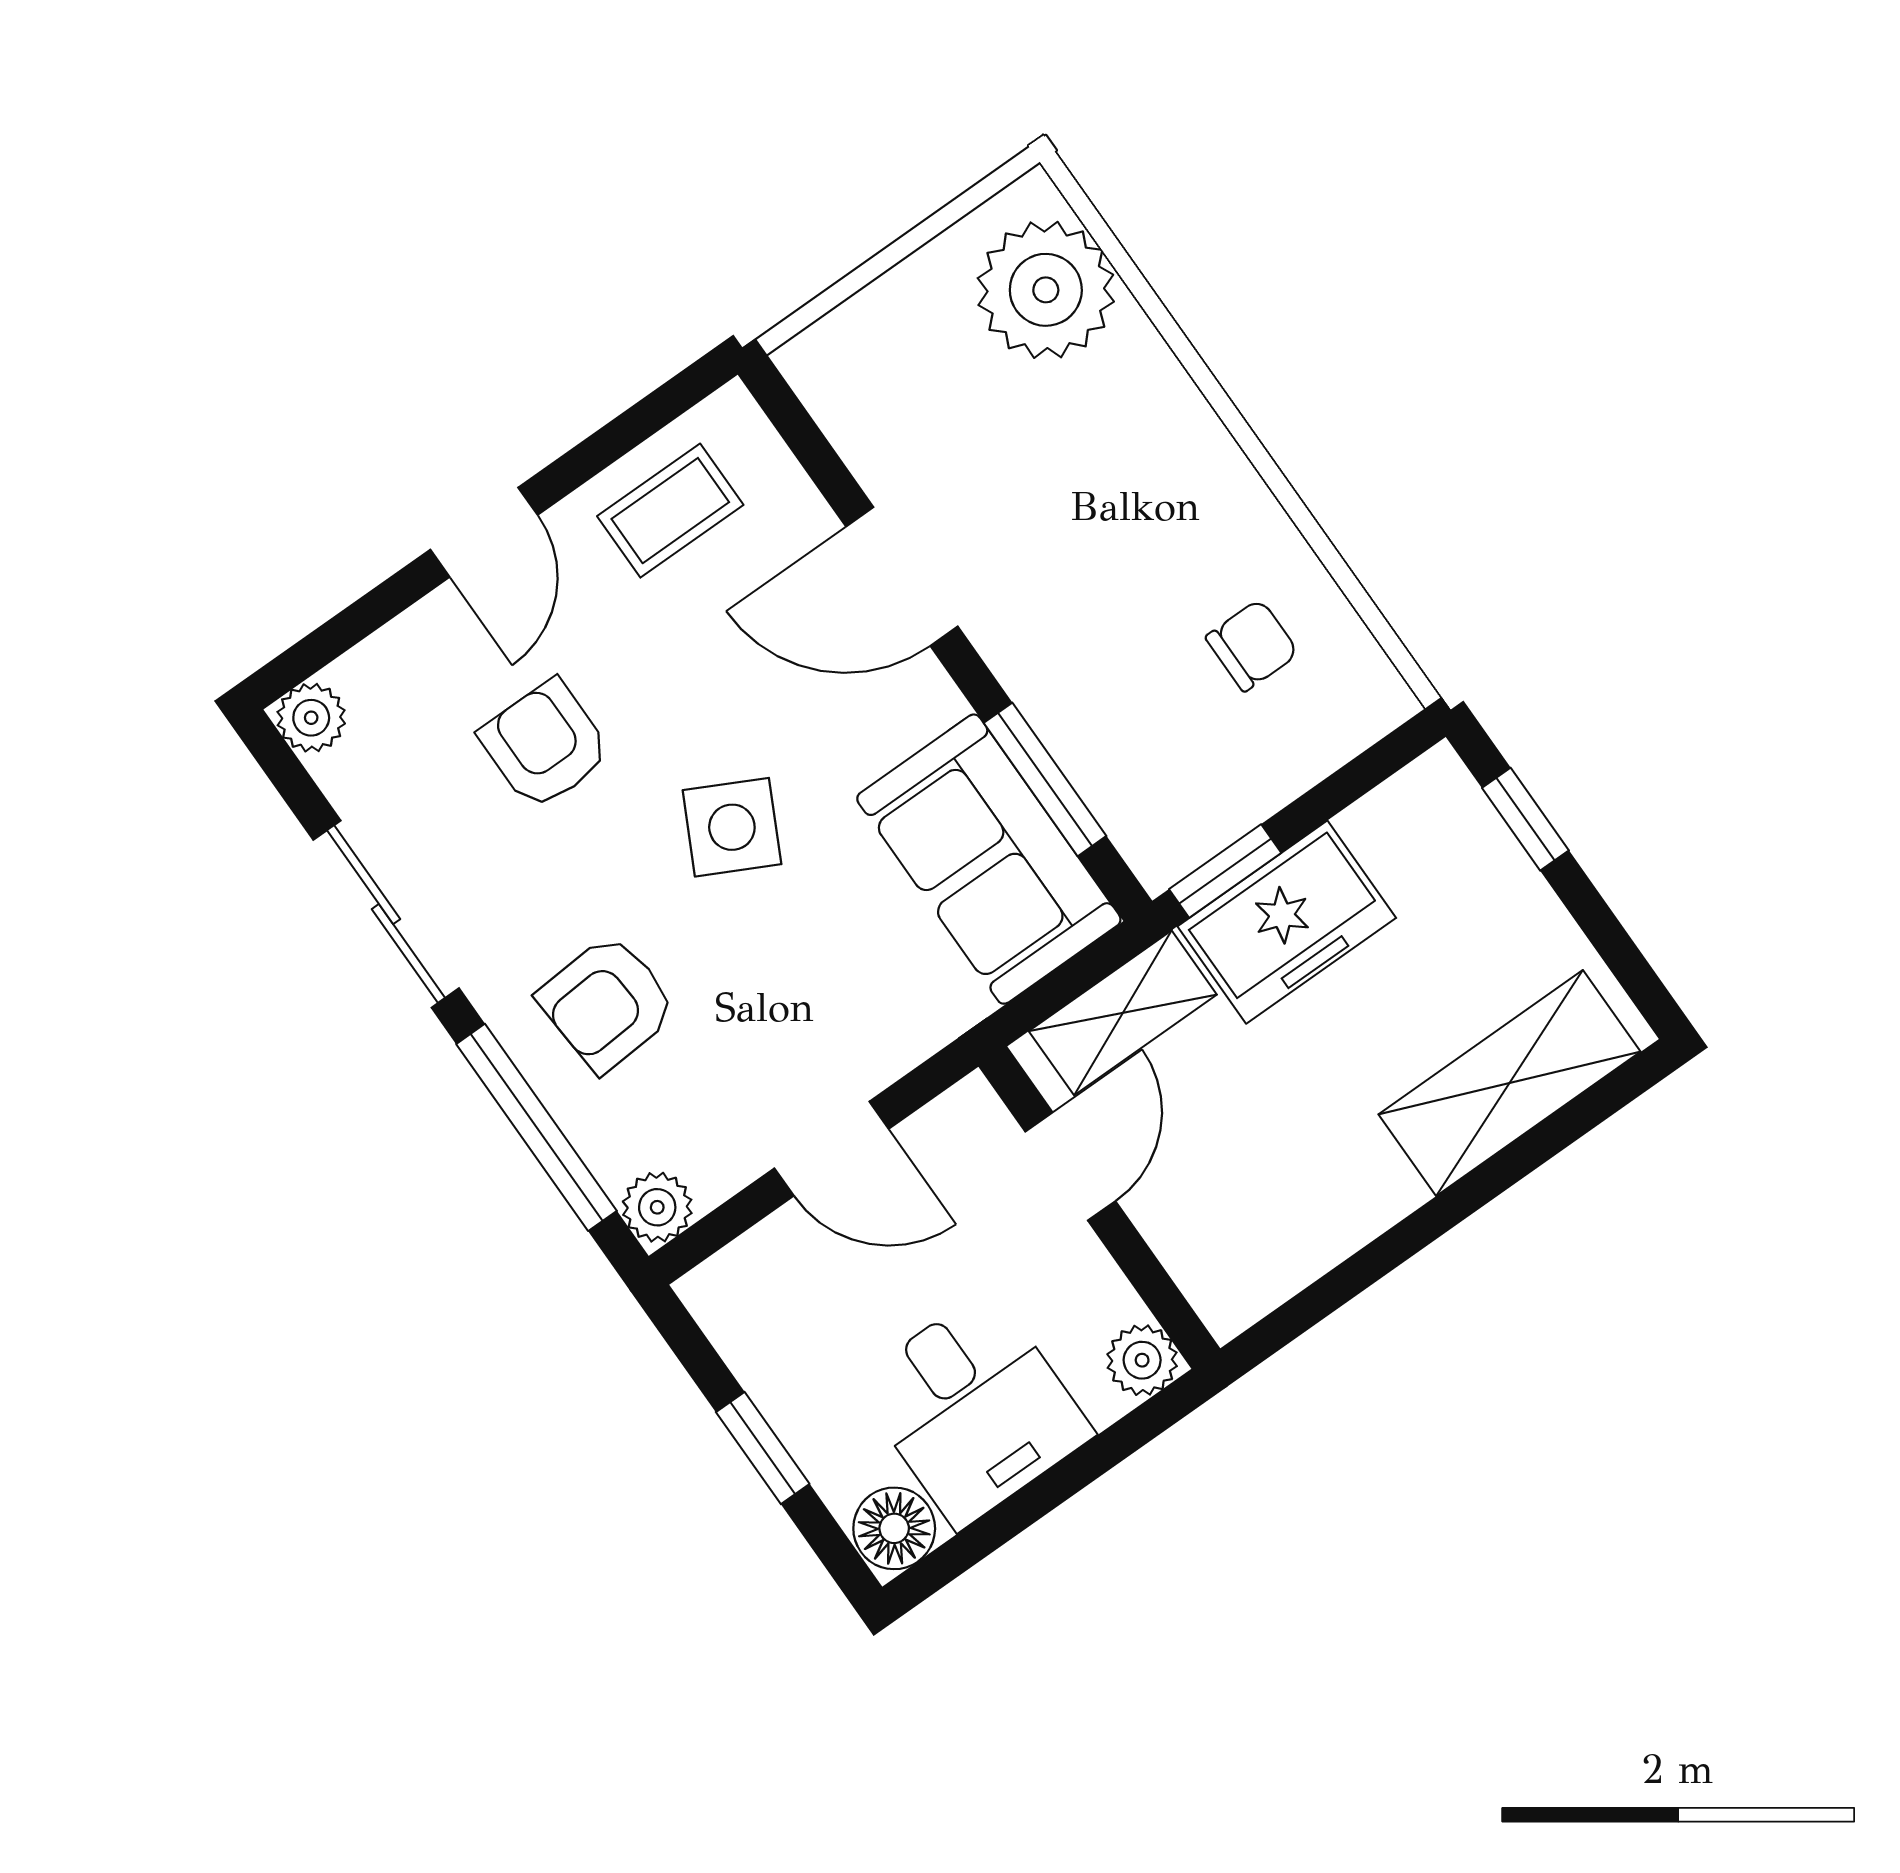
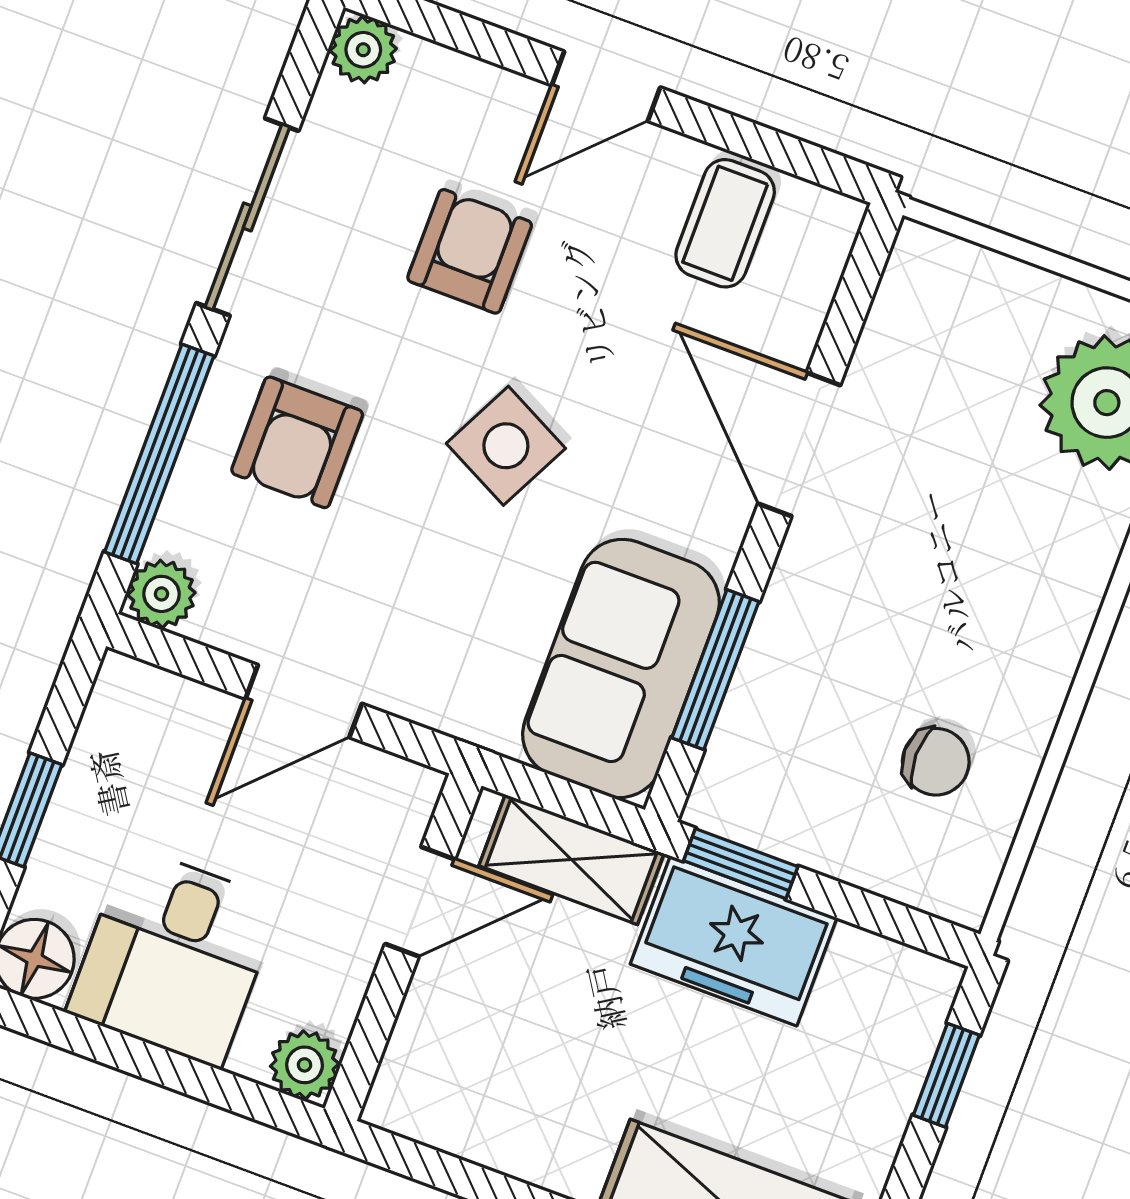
coffee table: (670, 511) -> (725, 223), turned 90
armchair: (607, 1003) -> (297, 442), turned -86
door: (832, 1149) -> (304, 701), hinge flipped

